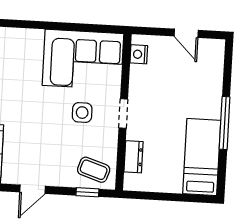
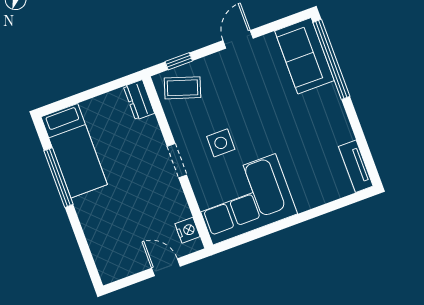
door: (186, 33) -> (166, 267), moved
window: (225, 123) -> (59, 178), moved
dresser: (134, 157) -> (139, 100), moved

